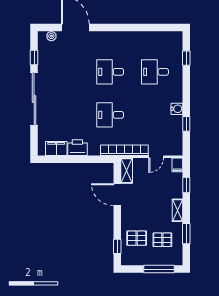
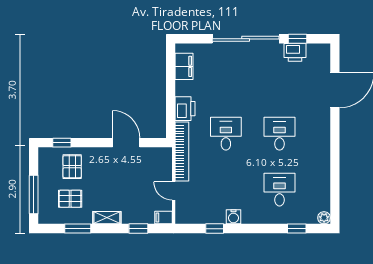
plant: (51, 36) -> (324, 218), moved
printer: (45, 59) -> (295, 52), added
printer: (77, 148) -> (185, 109), moved
shelving: (127, 171) -> (156, 154), removed
door: (117, 195) -> (126, 143), hinge flipped
pallet: (162, 240) -> (70, 199), turned 90

